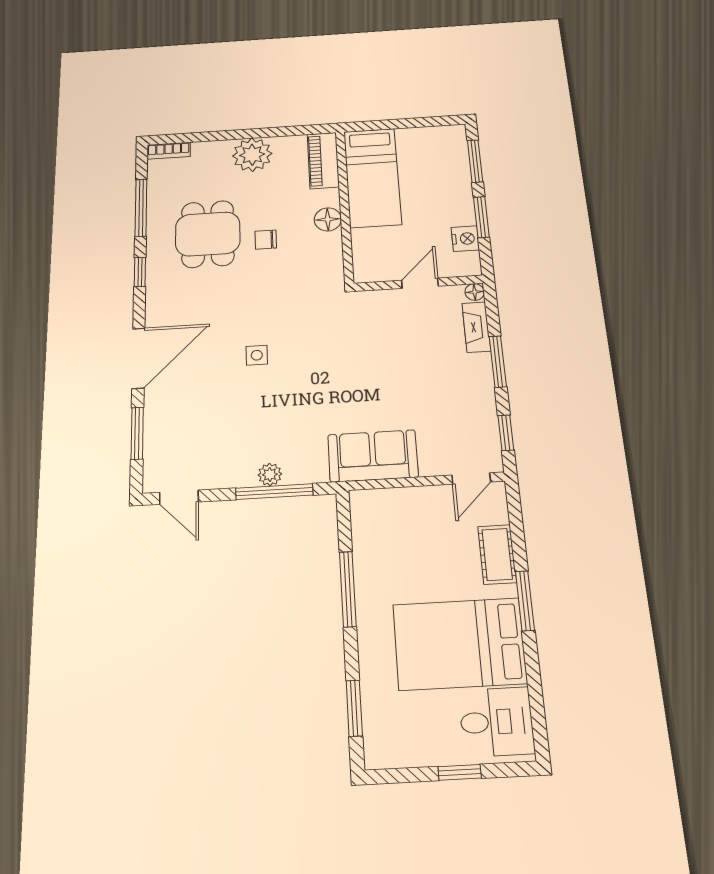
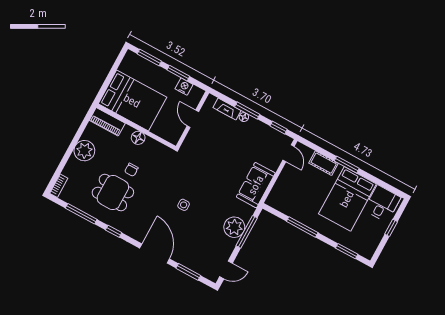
bed: (372, 177) -> (132, 101), width x1.50
floor lamp: (475, 292) -> (244, 117), moved
plant: (270, 475) -> (234, 227), width x1.88, depth x1.88

